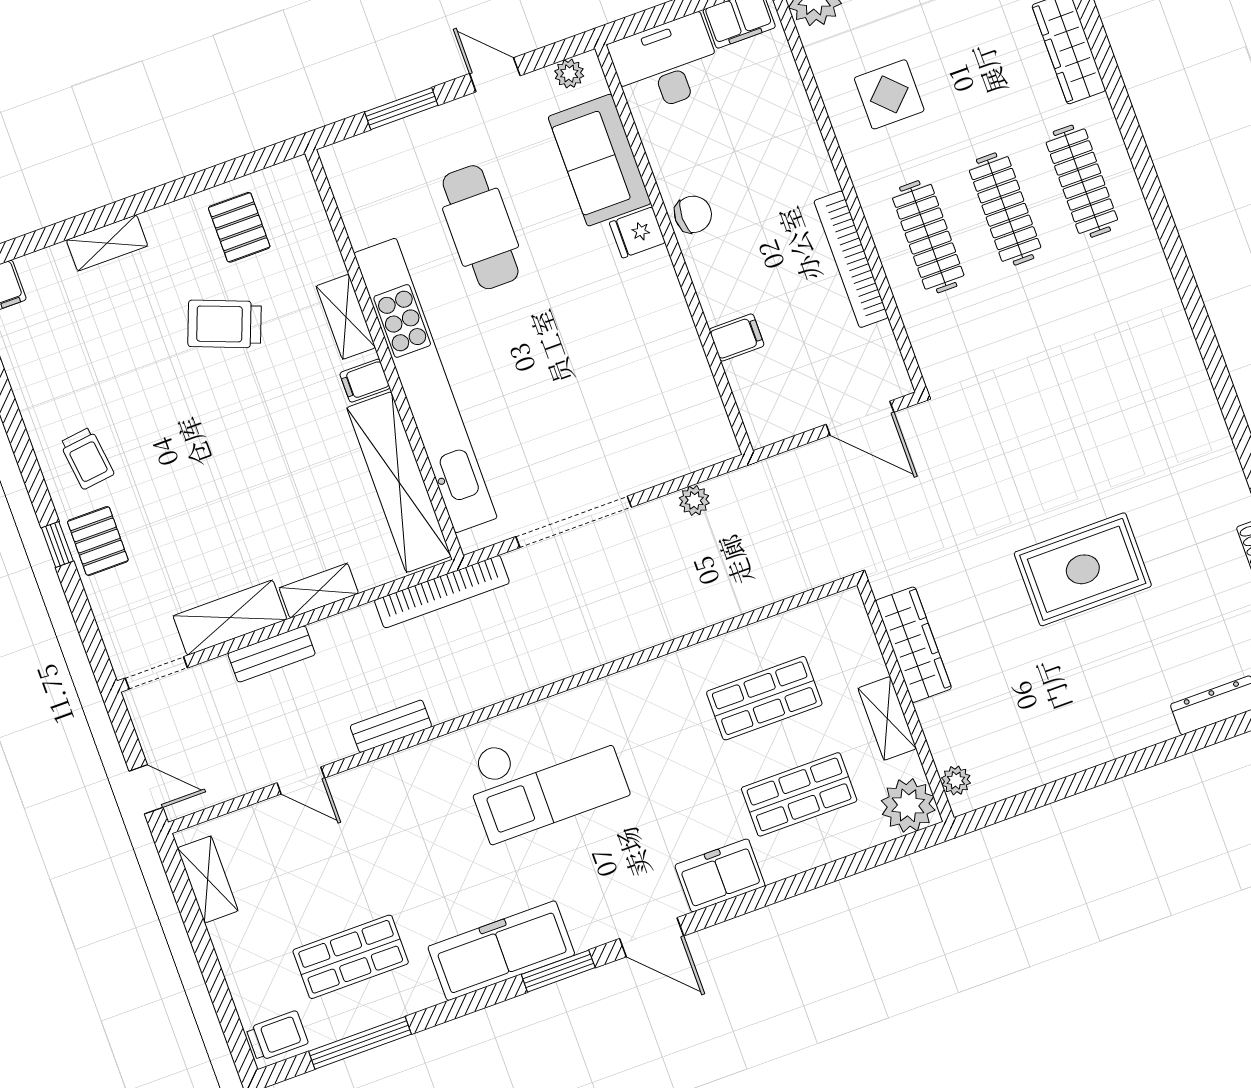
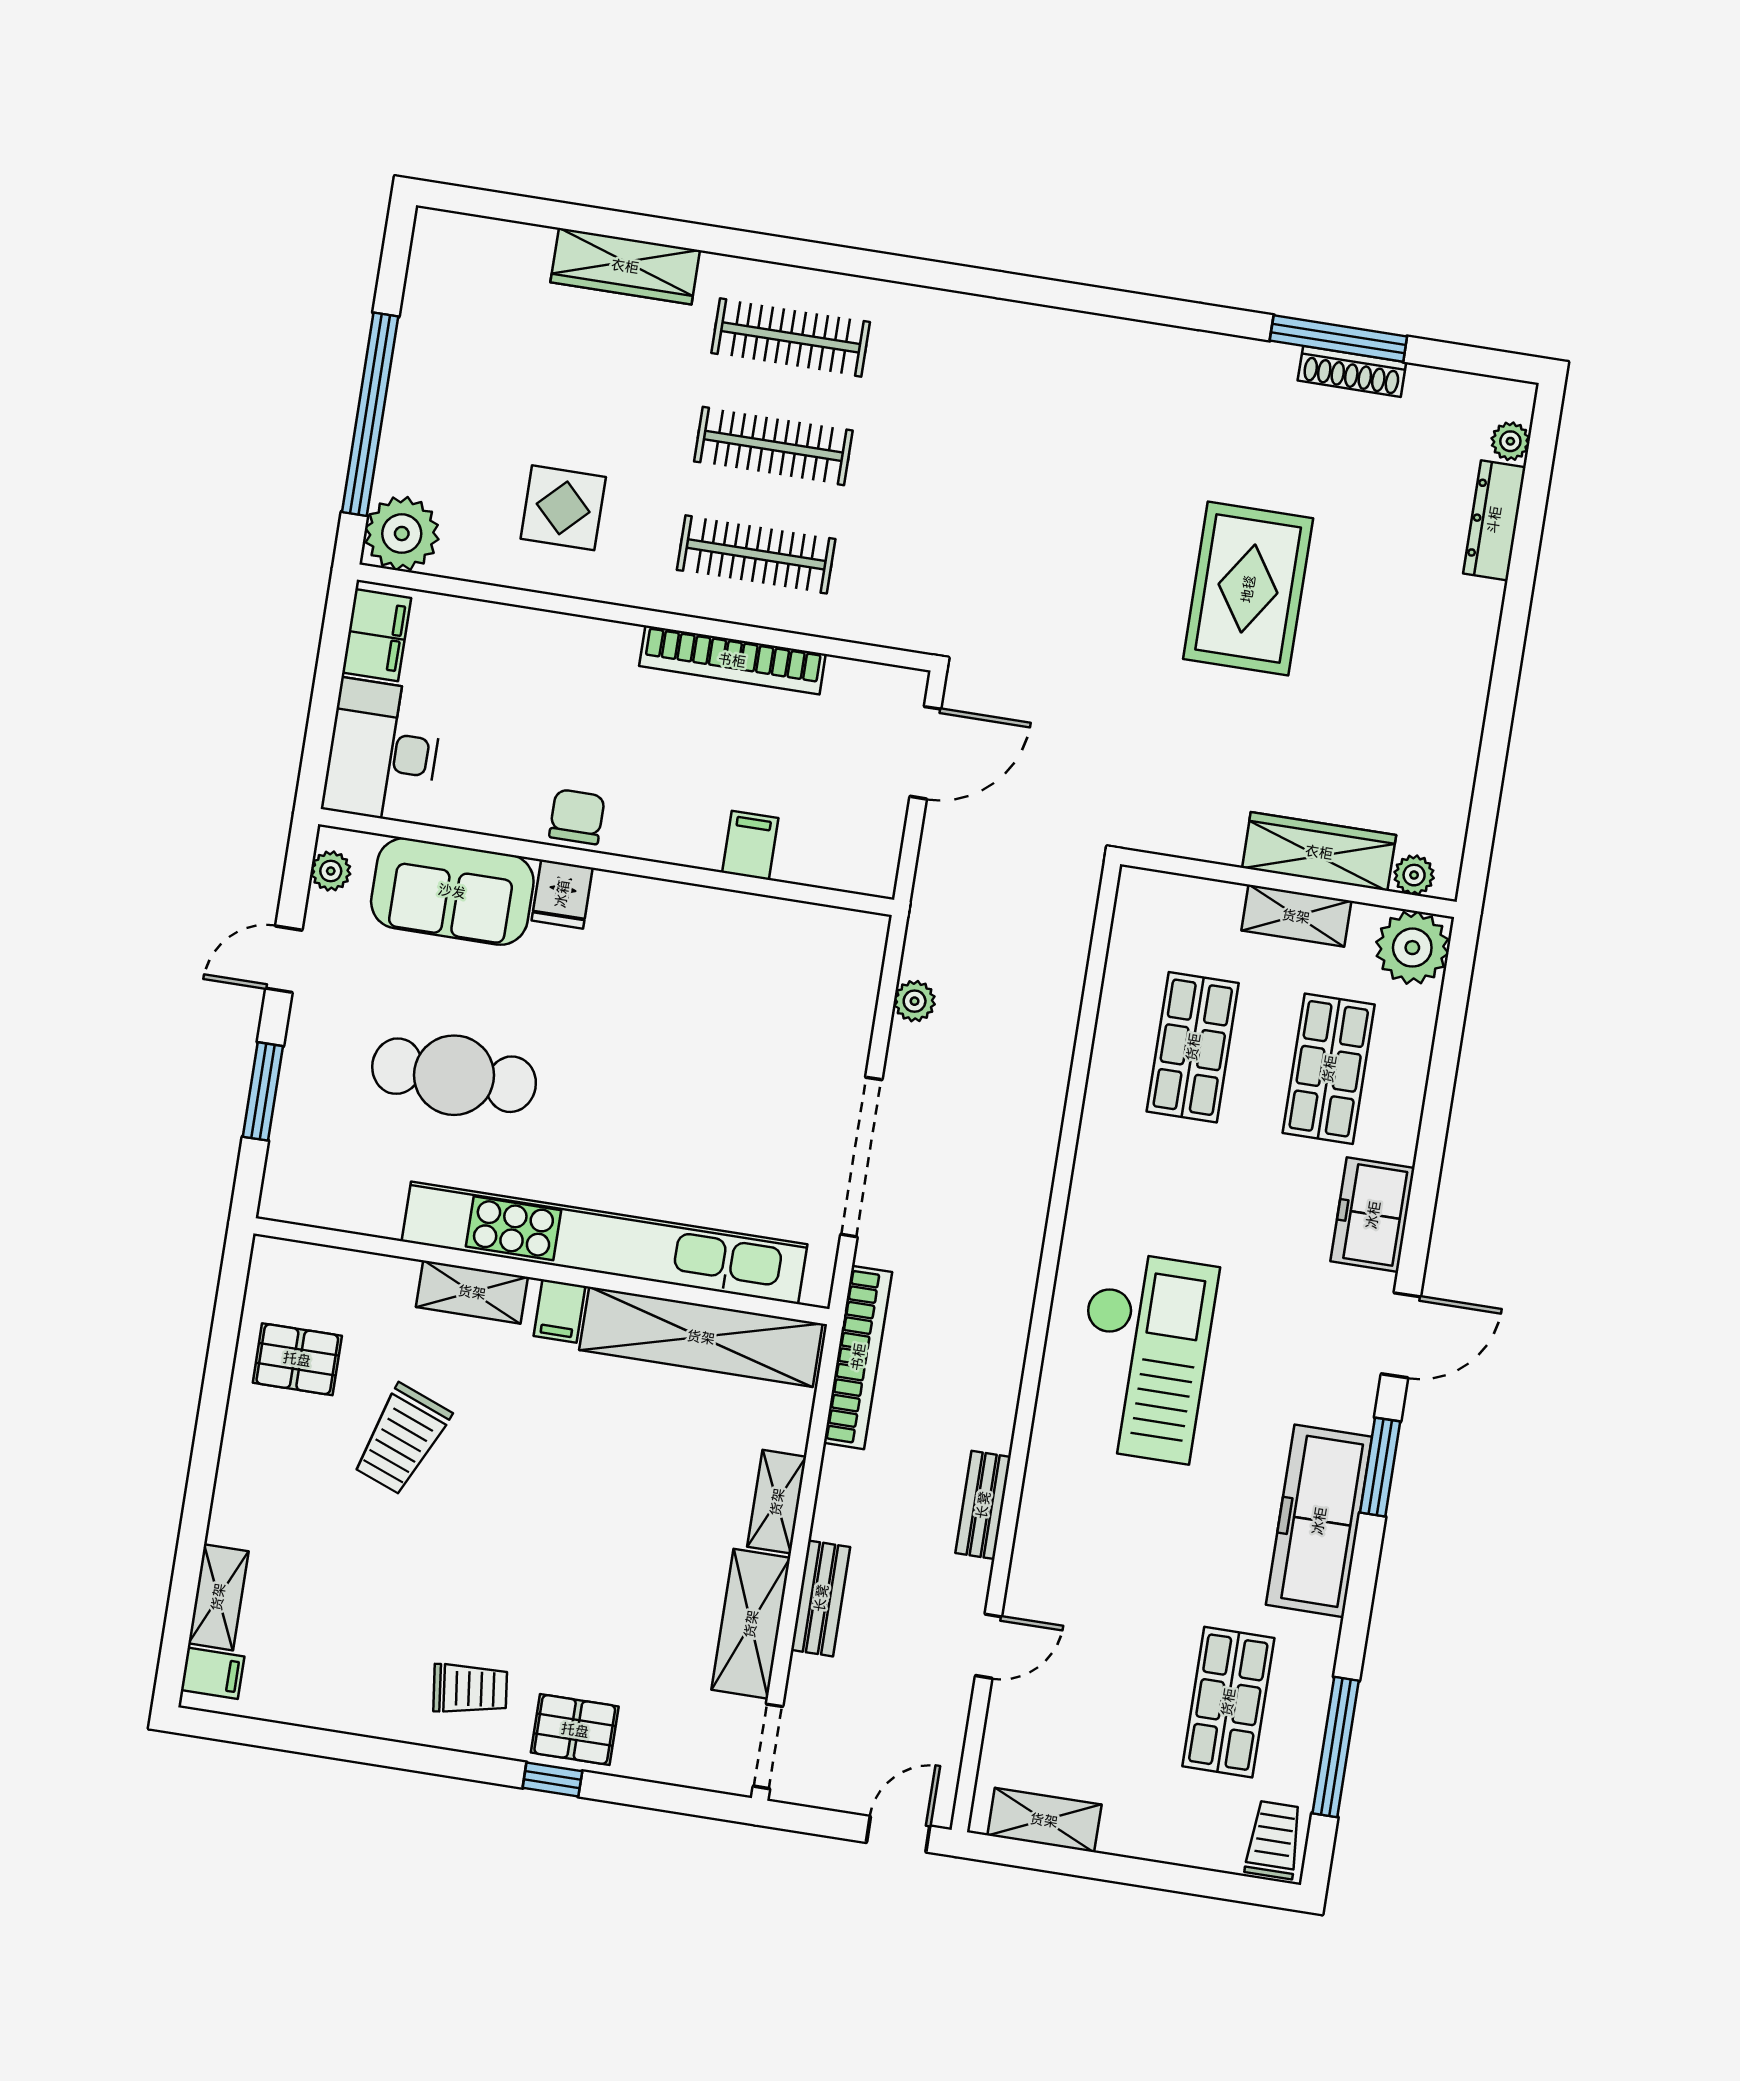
shelving: (107, 243) -> (218, 1597), moved
wardrobe: (913, 645) -> (1319, 852), moved

